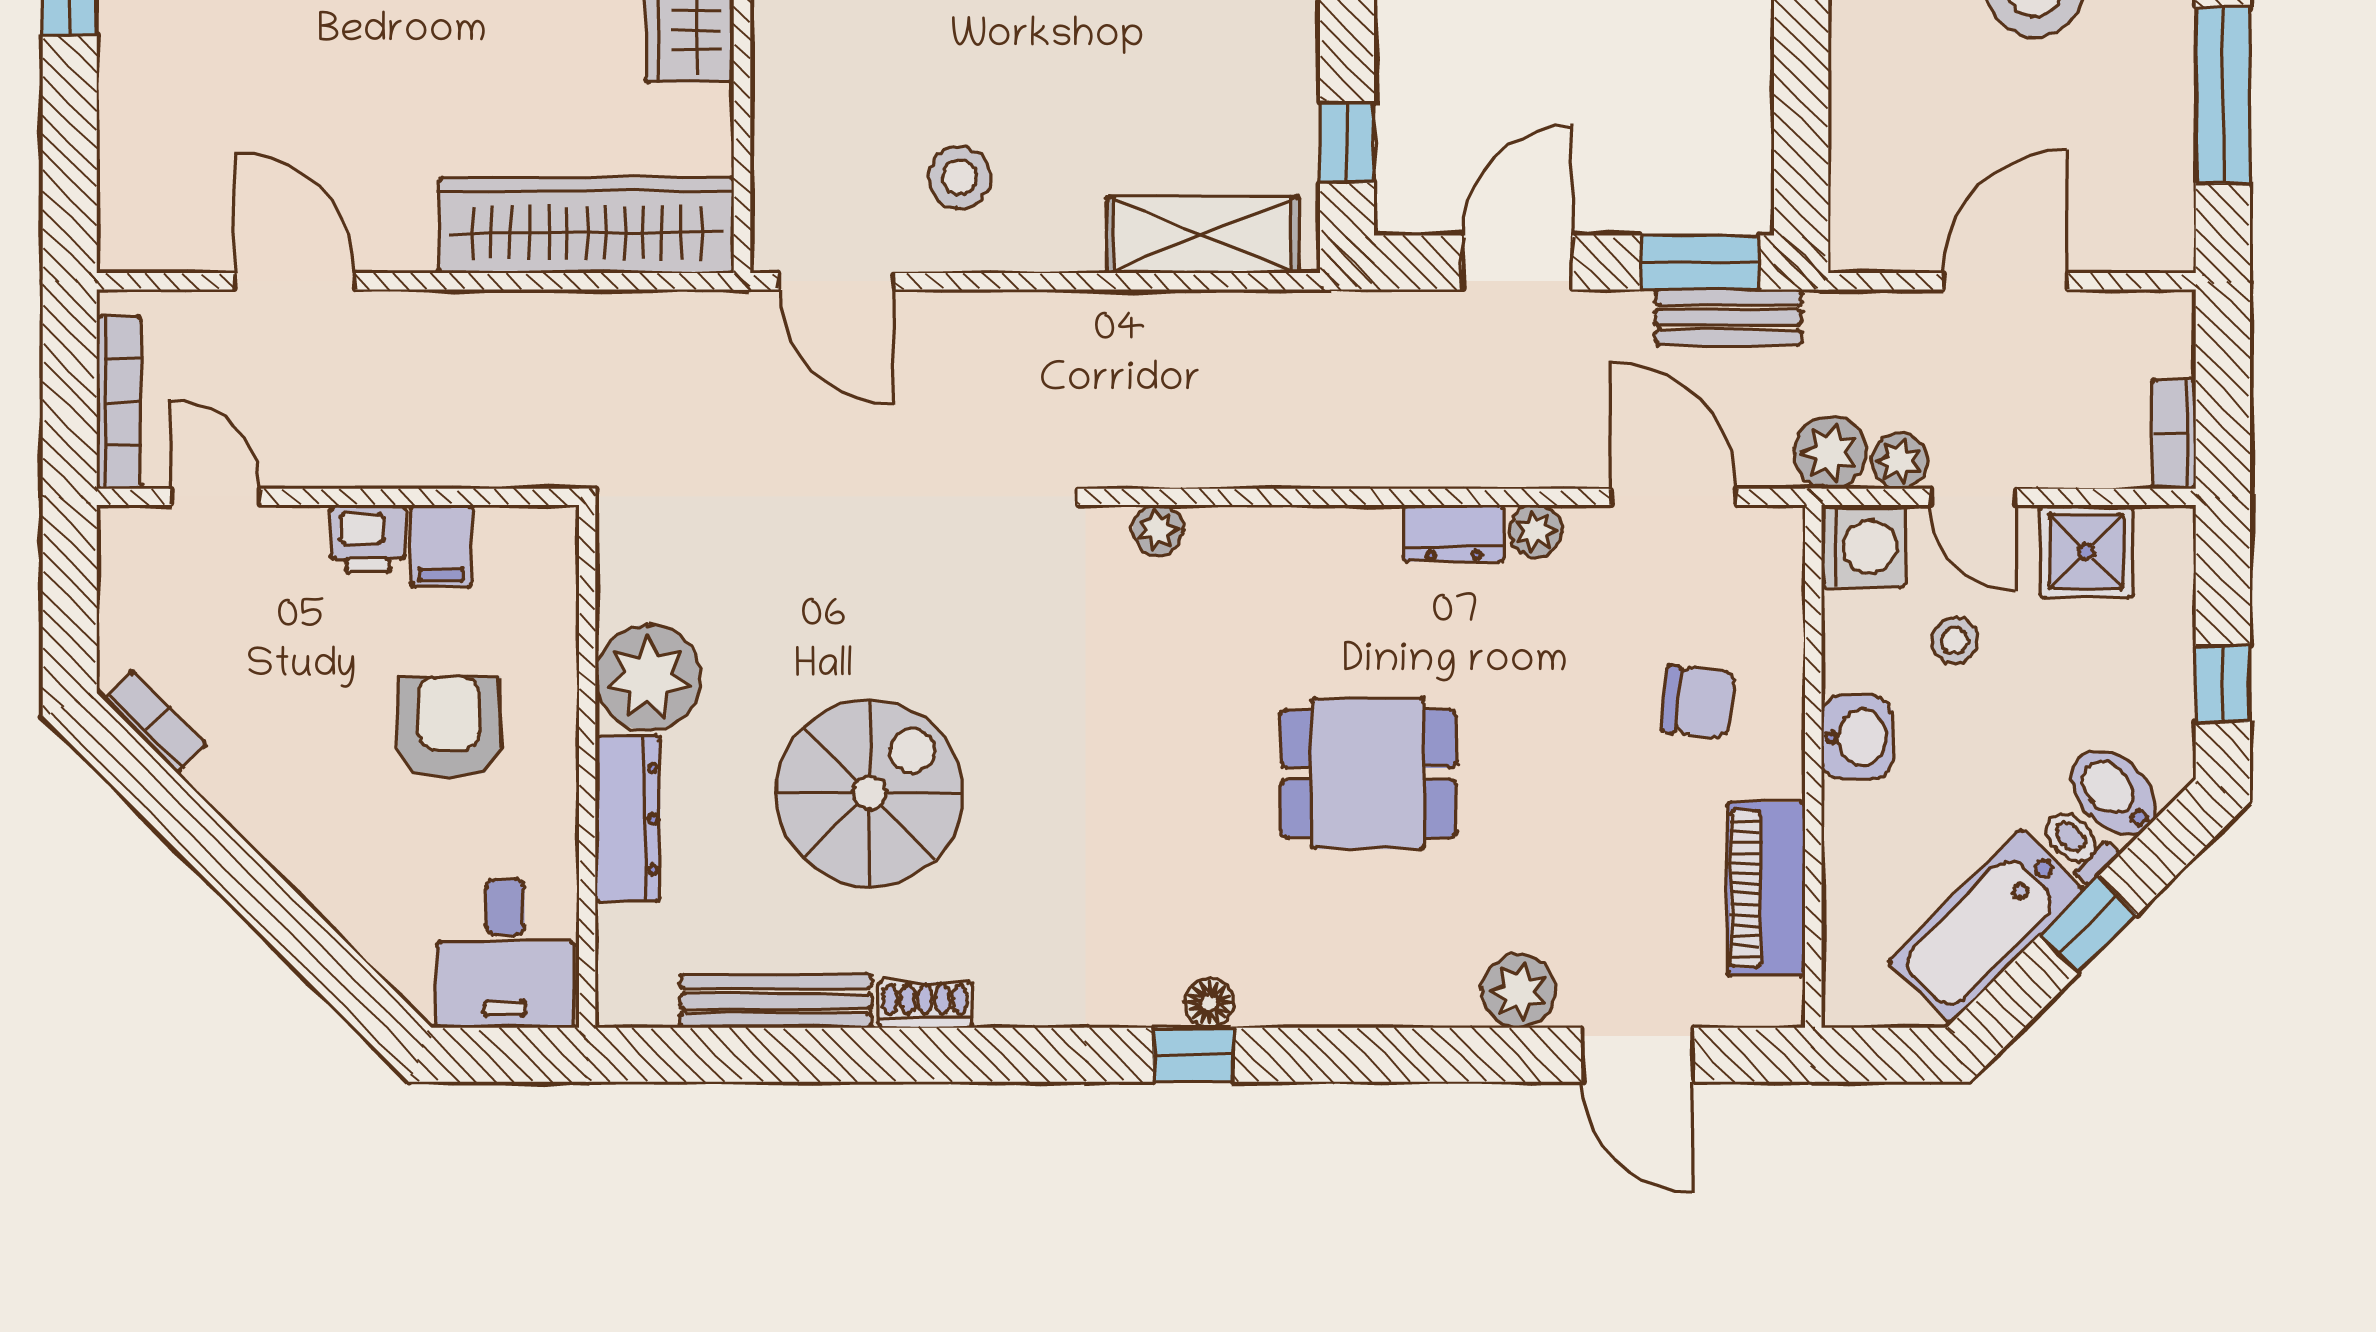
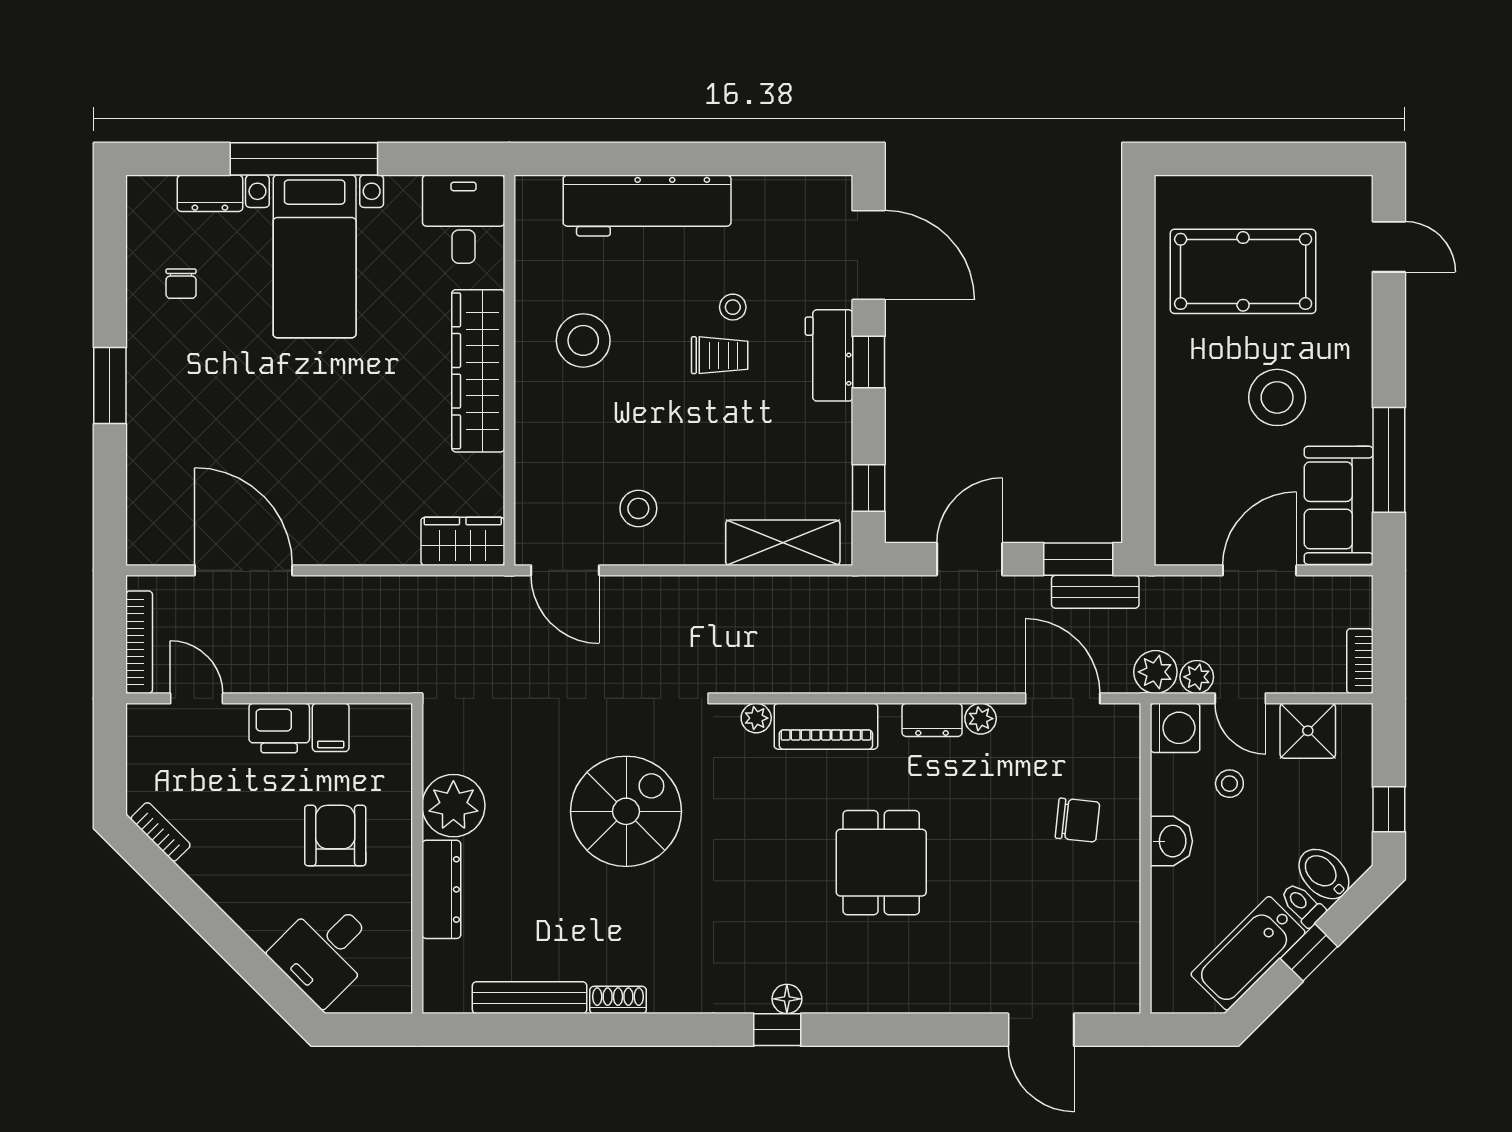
sofa: (2138, 172) -> (1339, 505), added
wardrobe: (586, 225) -> (463, 541), width x0.48, depth x0.85
door: (295, 281) -> (244, 570), width x1.36
printer: (368, 539) -> (279, 728), width x1.36, depth x1.24
dining table: (1368, 774) -> (881, 863), turned 90
spiral stairs: (870, 793) -> (626, 811), moved
piano: (1766, 889) -> (826, 726), moved, turned -90
desk: (505, 953) -> (325, 951), moved, turned 45
plant: (1518, 991) -> (970, 992), removed

